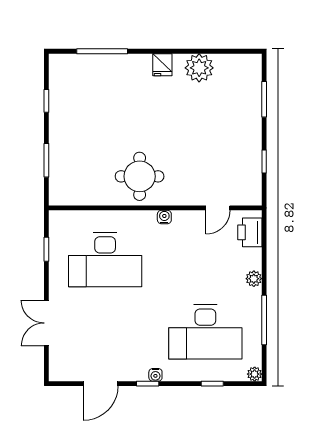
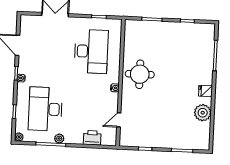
door: (218, 208) -> (119, 120), hinge flipped
printer: (250, 232) -> (92, 138), moved
desk: (105, 260) -> (91, 51), turned 180
plant: (254, 279) -> (59, 139), moved

